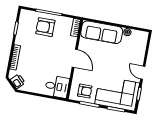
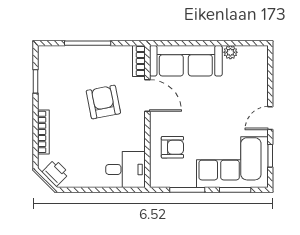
armchair: (45, 27) -> (103, 102), moved, turned 79
door: (75, 58) -> (147, 95), moved
door: (143, 73) -> (270, 118), hinge flipped
armchair: (85, 91) -> (172, 147), moved

